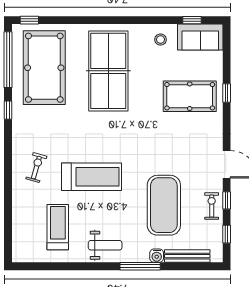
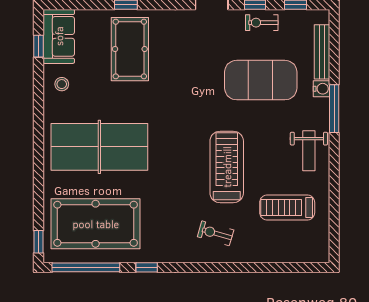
weight bench: (105, 245) -> (309, 151), turned 180

